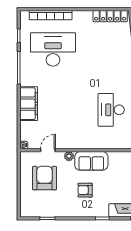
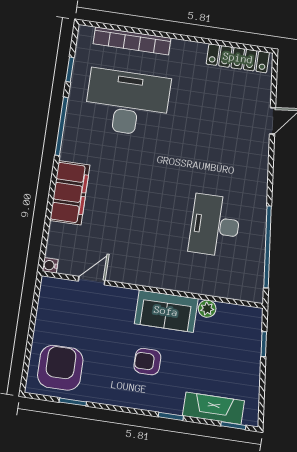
plant: (69, 156) -> (207, 309), moved
armchair: (45, 178) -> (60, 368), moved

